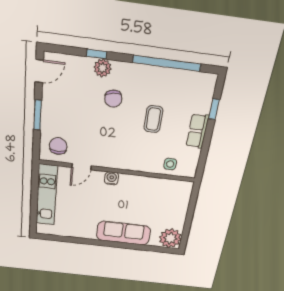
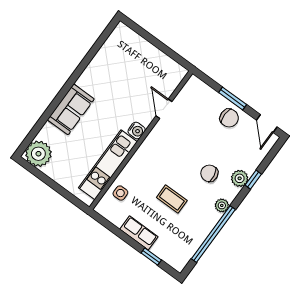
plant: (136, 71) -> (222, 205), added
chair: (58, 146) -> (229, 118), moved
kitchen unit: (47, 195) -> (108, 165), moved, turned 90
sofa: (123, 233) -> (71, 109), width x0.73

